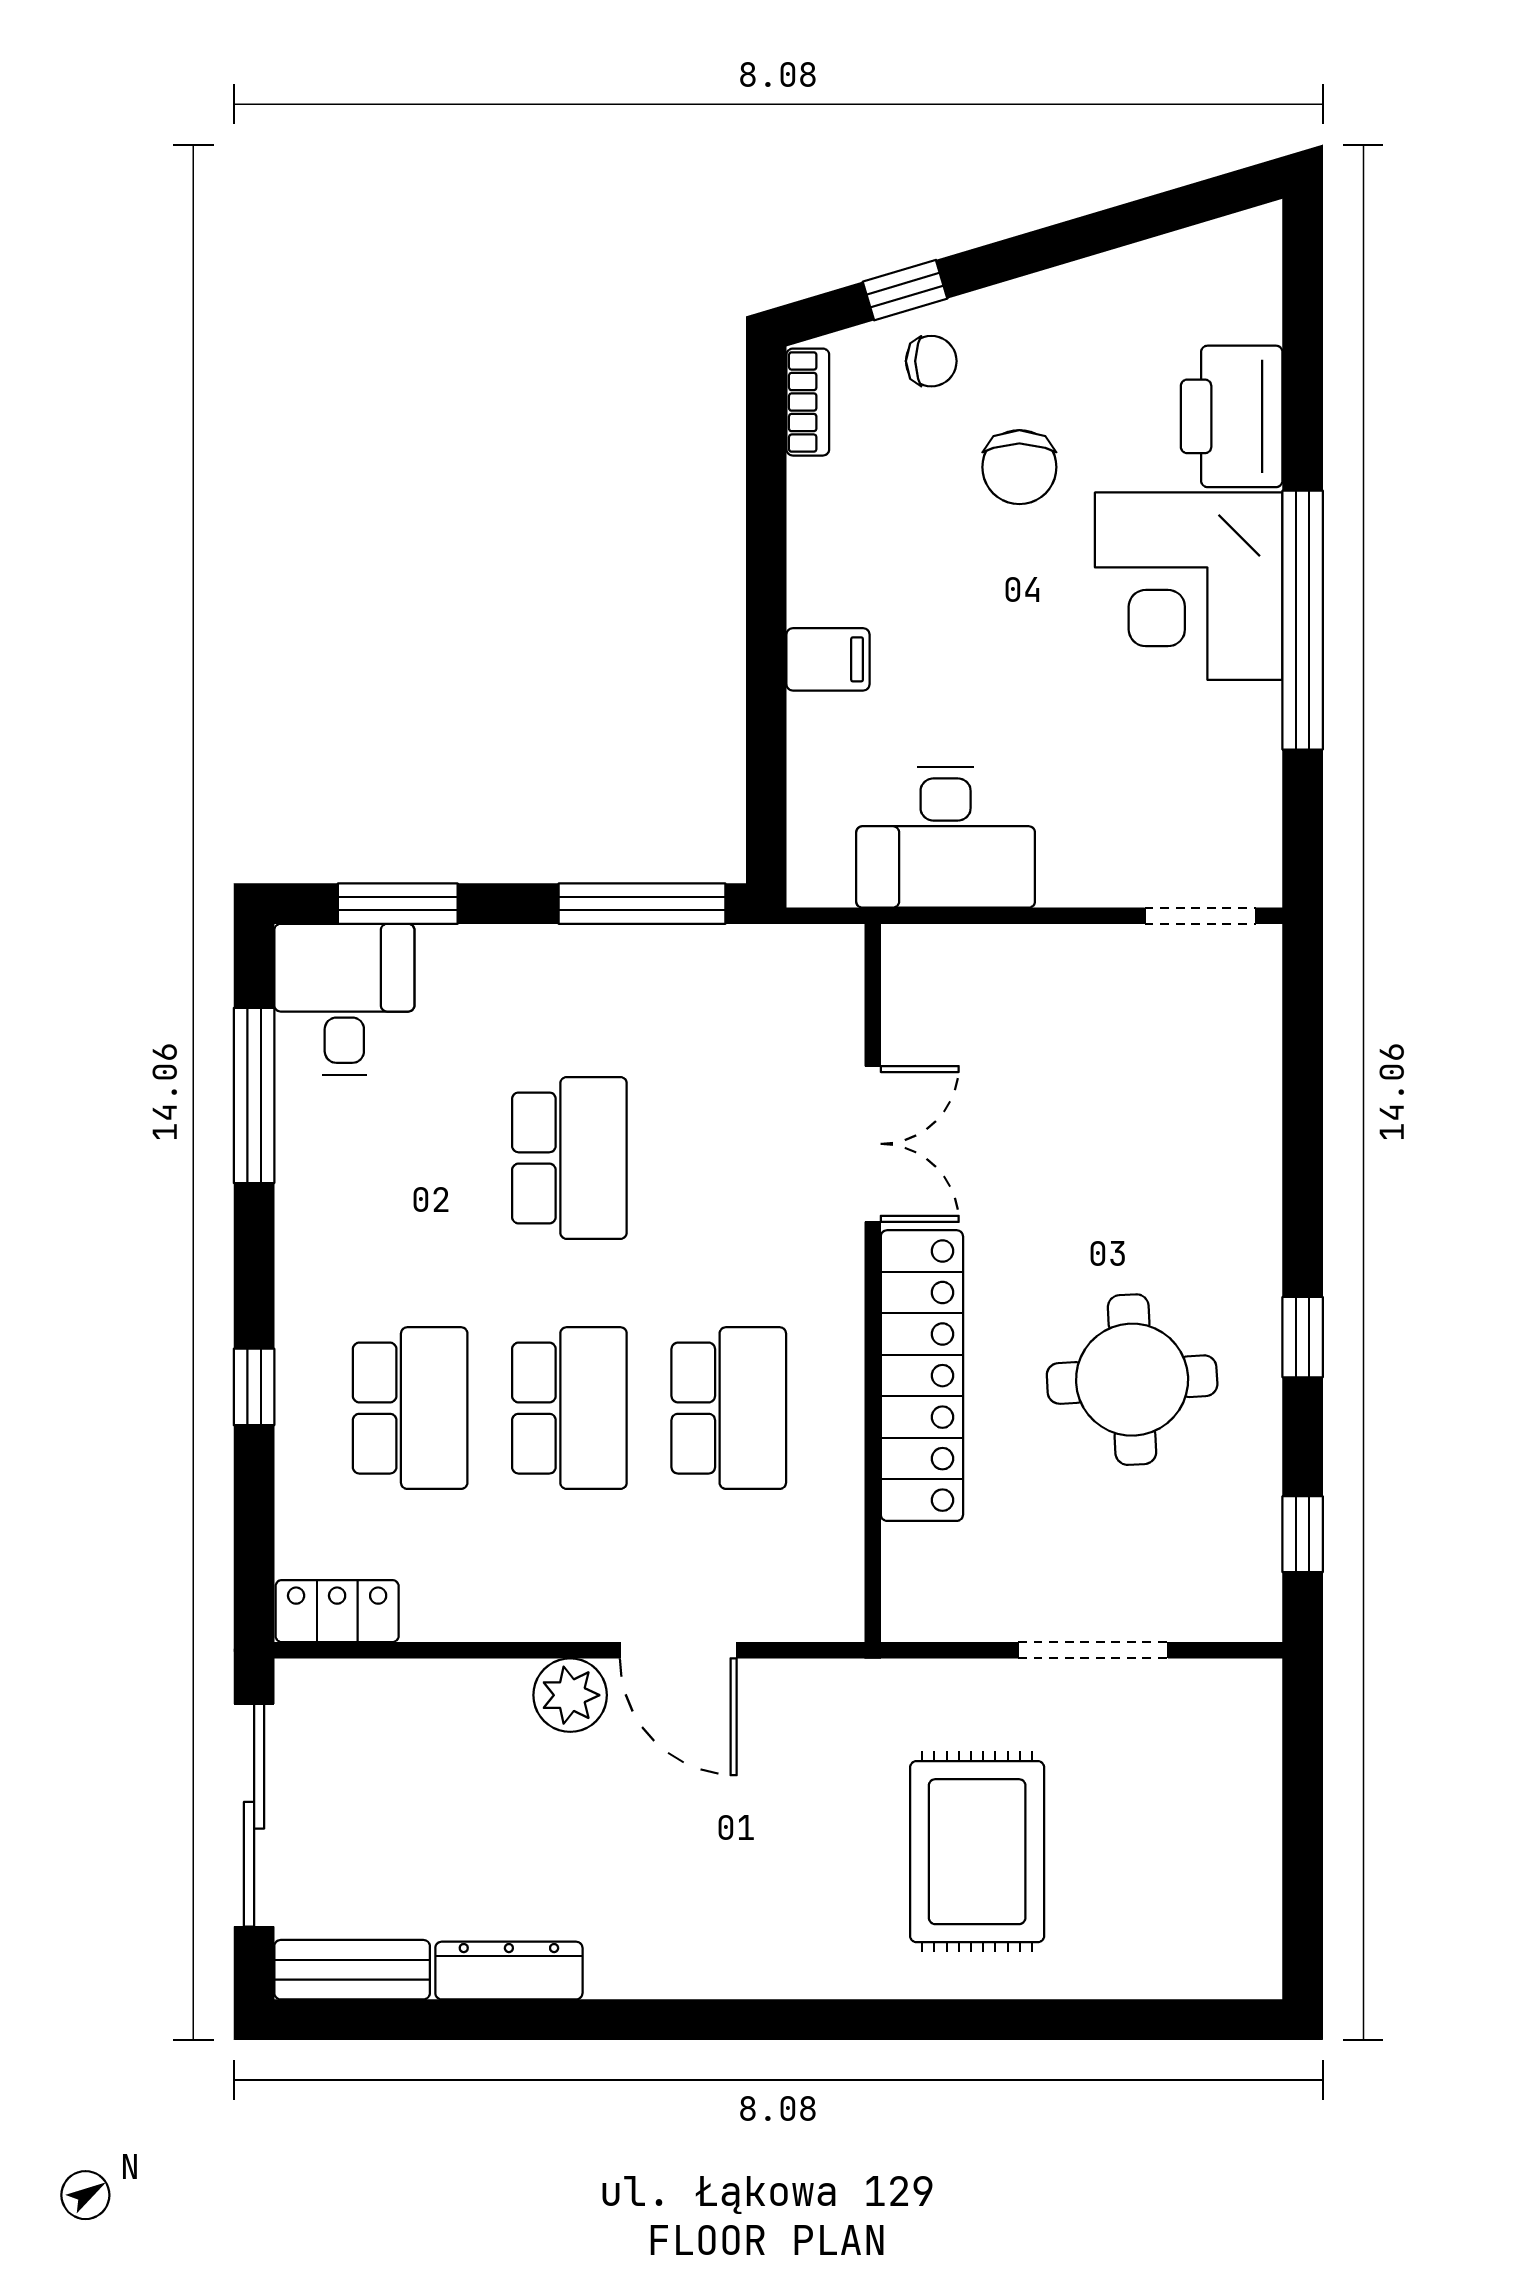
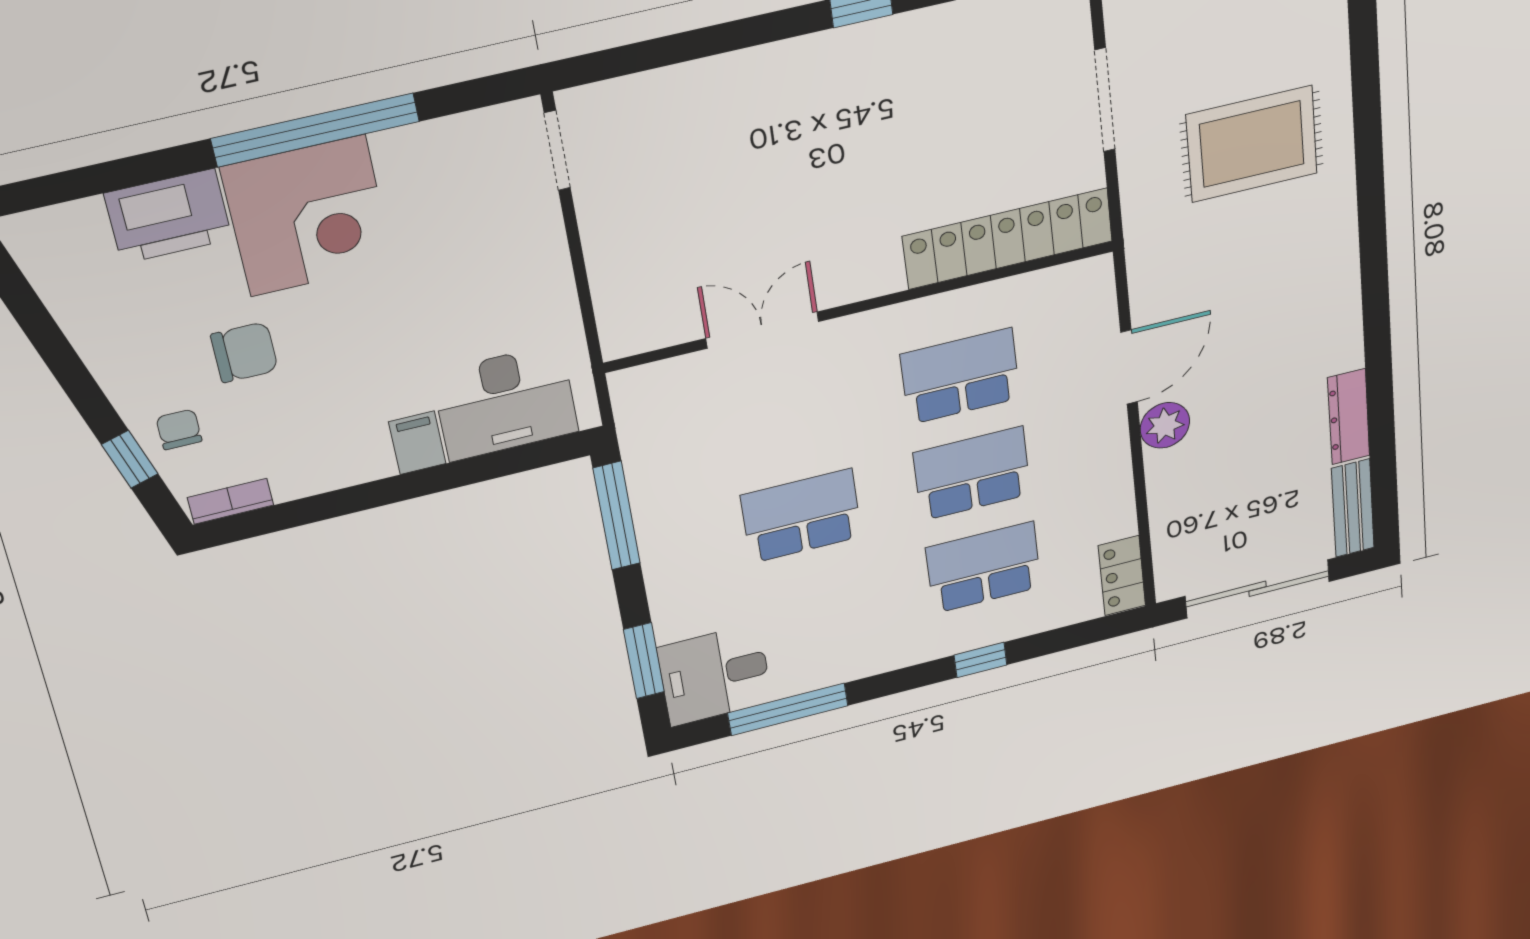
desk: (946, 837) -> (505, 402), moved, turned 90
locker: (922, 1376) -> (1008, 239), moved
round table: (1132, 1380) -> (908, 118), removed

